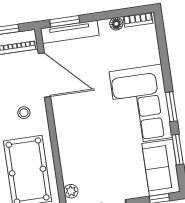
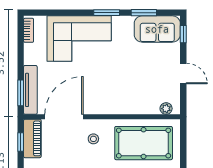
floor lamp: (116, 24) -> (29, 49), removed
corner sofa: (141, 105) -> (79, 39), moved

